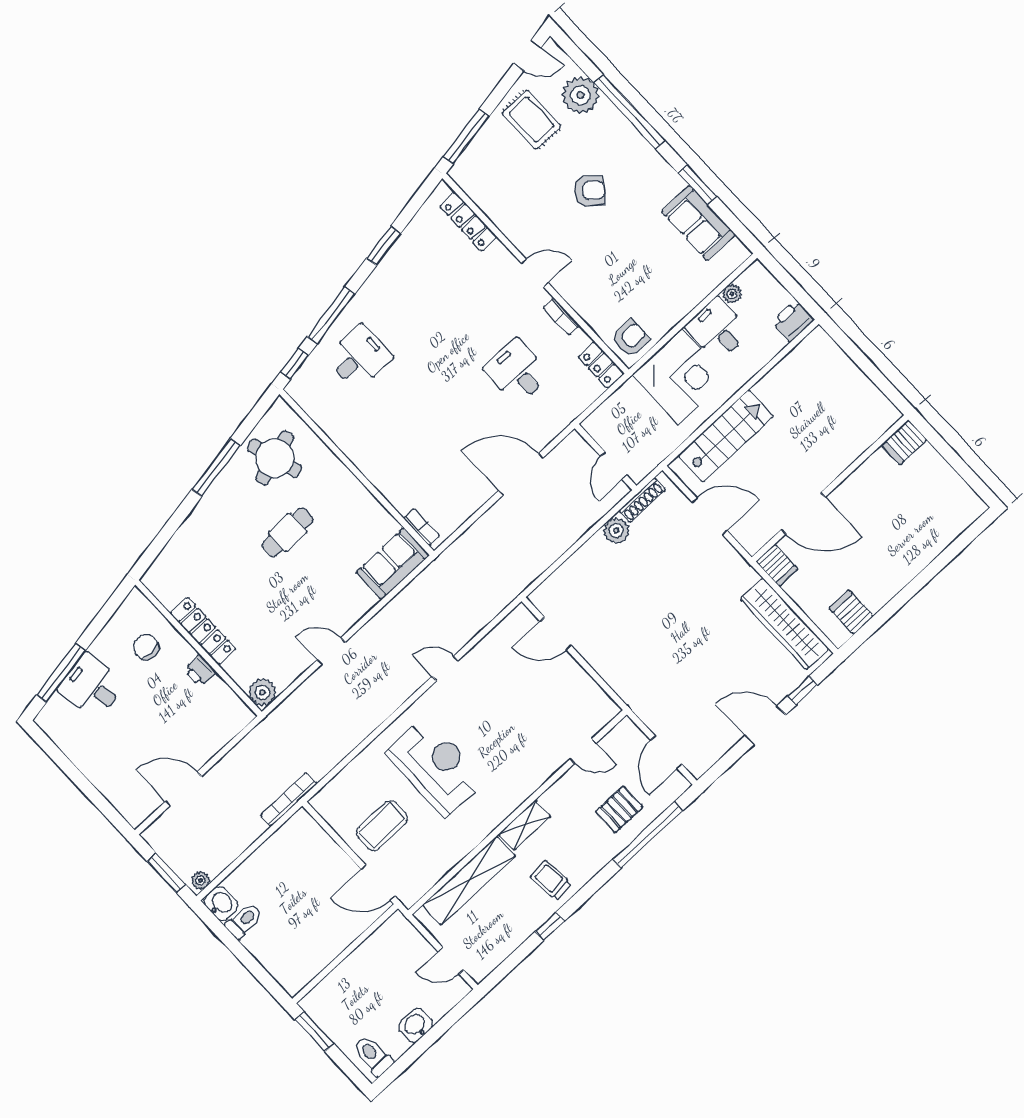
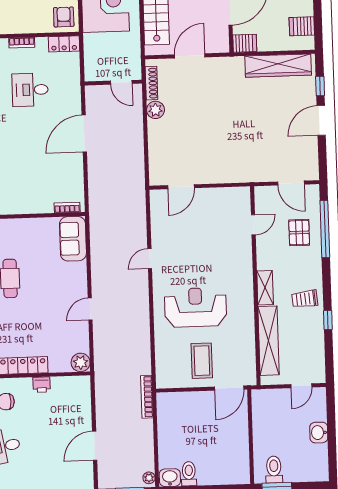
toilet: (373, 1056) -> (274, 470), moved, turned 90

